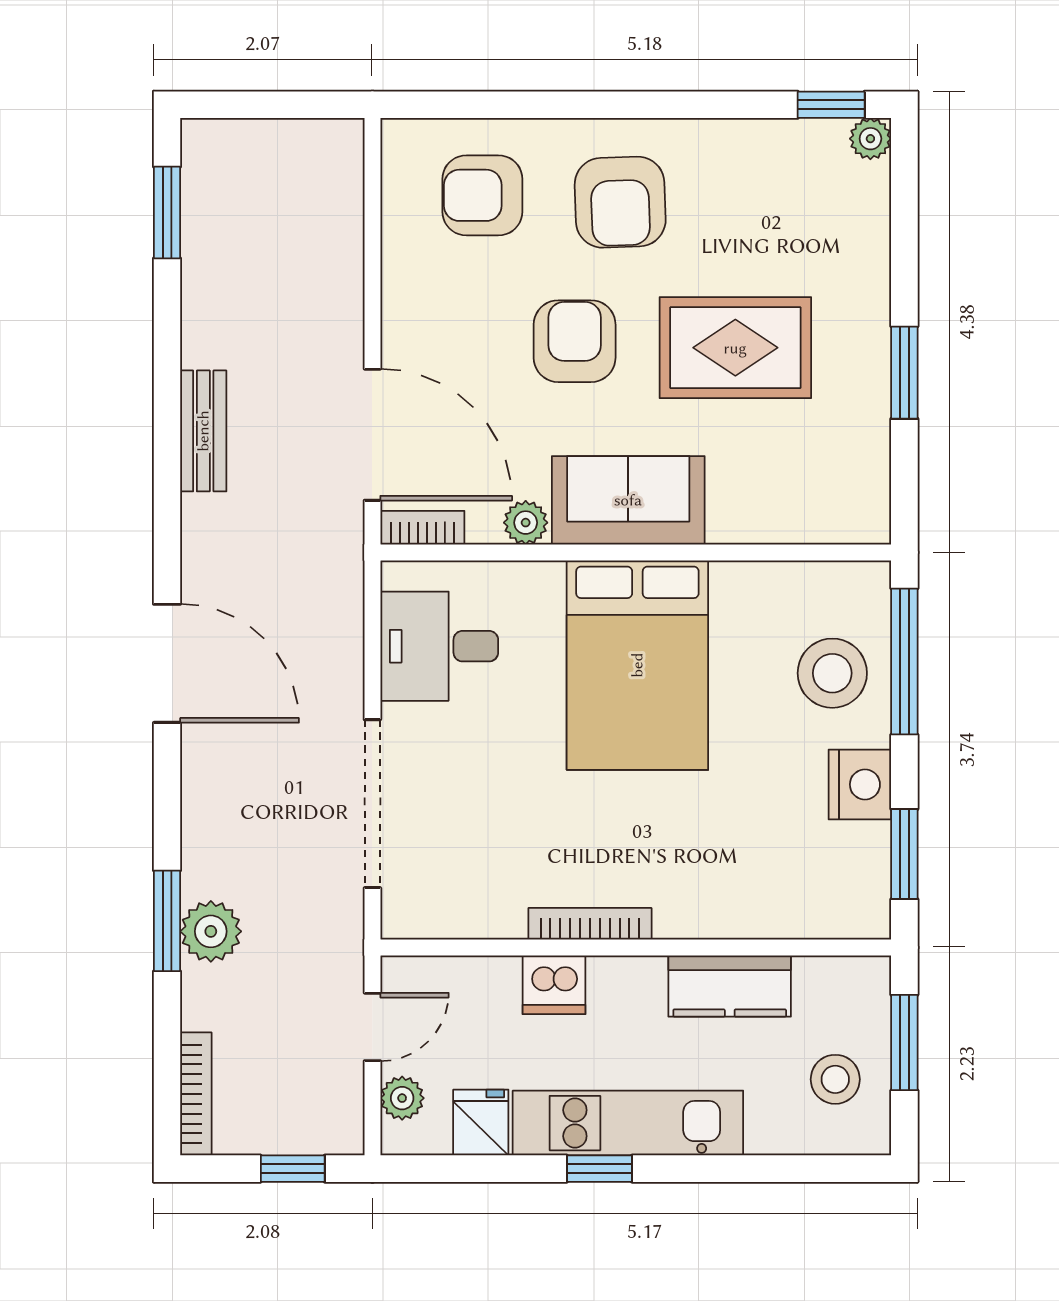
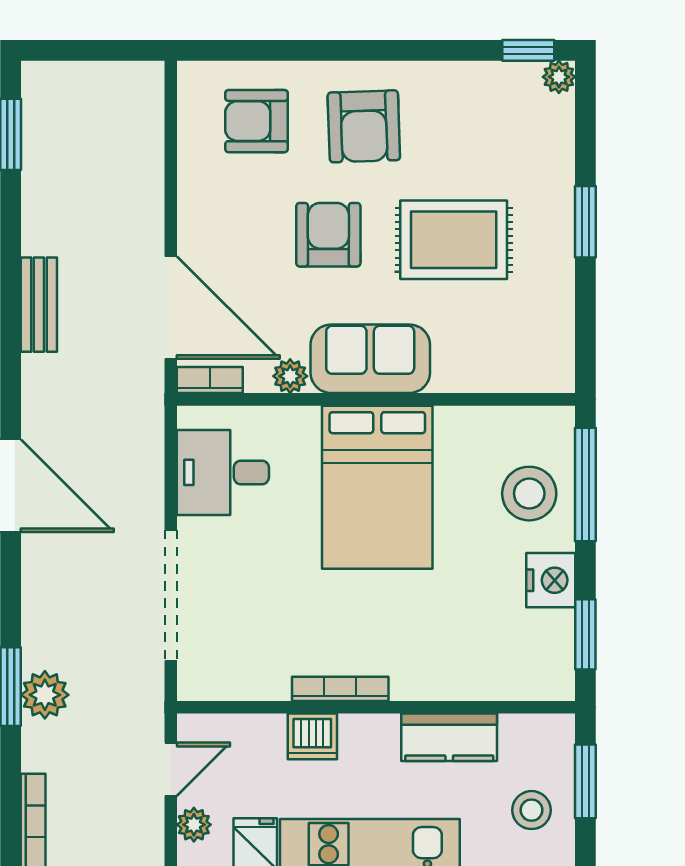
window: (904, 373) -> (585, 222), moved

